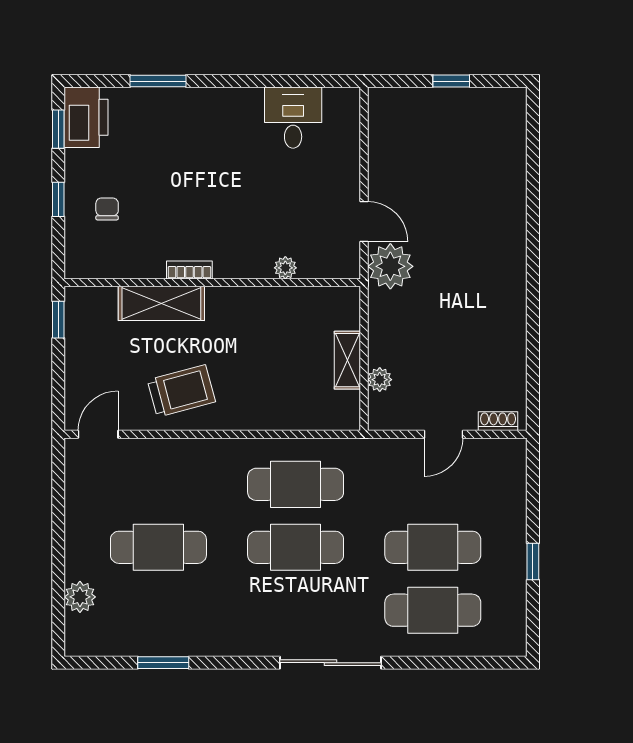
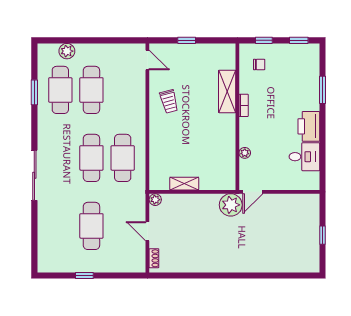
printer: (86, 117) -> (309, 126), moved, turned 90
plant: (285, 268) -> (245, 153), moved
bookcase: (189, 270) -> (244, 105), moved
wall: (212, 283) -> (237, 117), moved
shelving: (161, 303) -> (227, 91), moved
window: (58, 320) -> (187, 40), moved
plant: (380, 380) -> (155, 200), moved
trolley: (181, 391) -> (169, 101), width x0.73, depth x0.72
cafe table: (433, 610) -> (60, 90), moved

